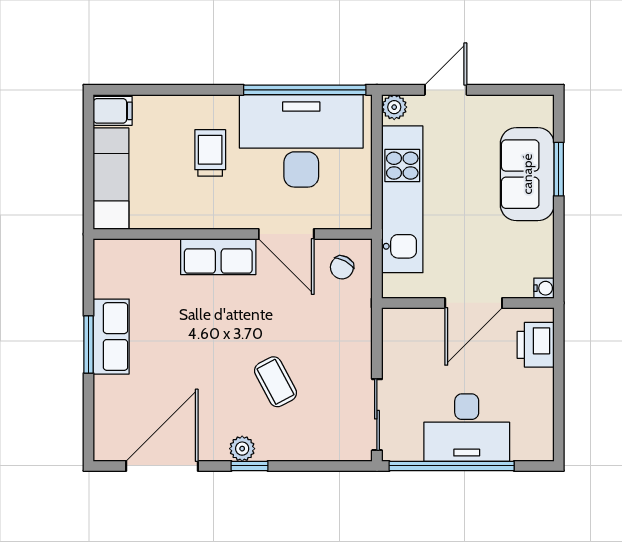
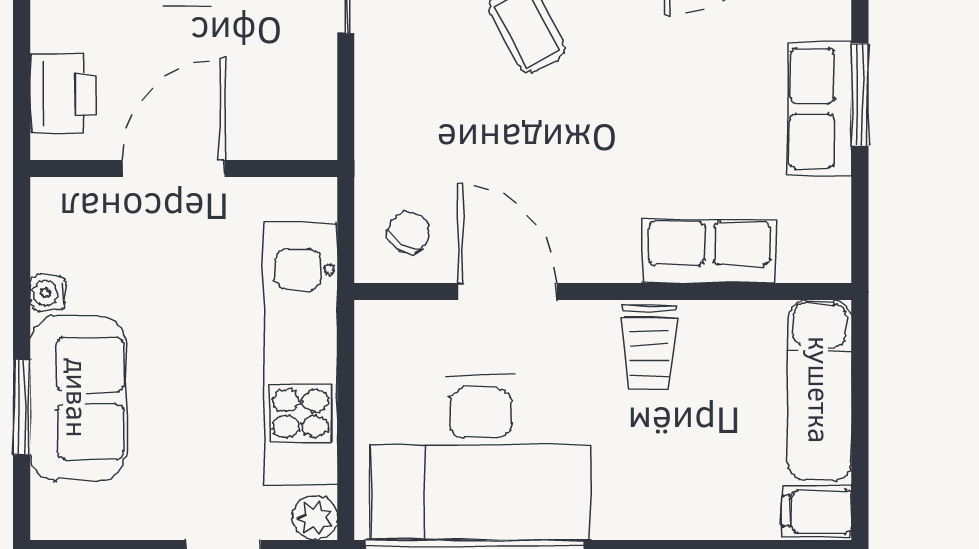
trolley: (210, 153) -> (649, 347), moved
row of seats: (218, 257) -> (709, 251), moved
water cooler: (544, 288) -> (48, 293), moved

